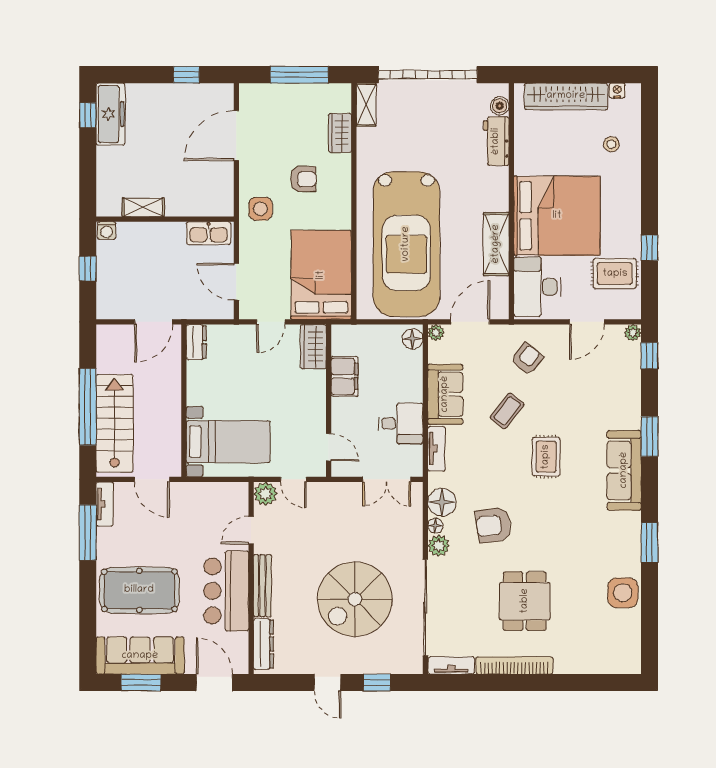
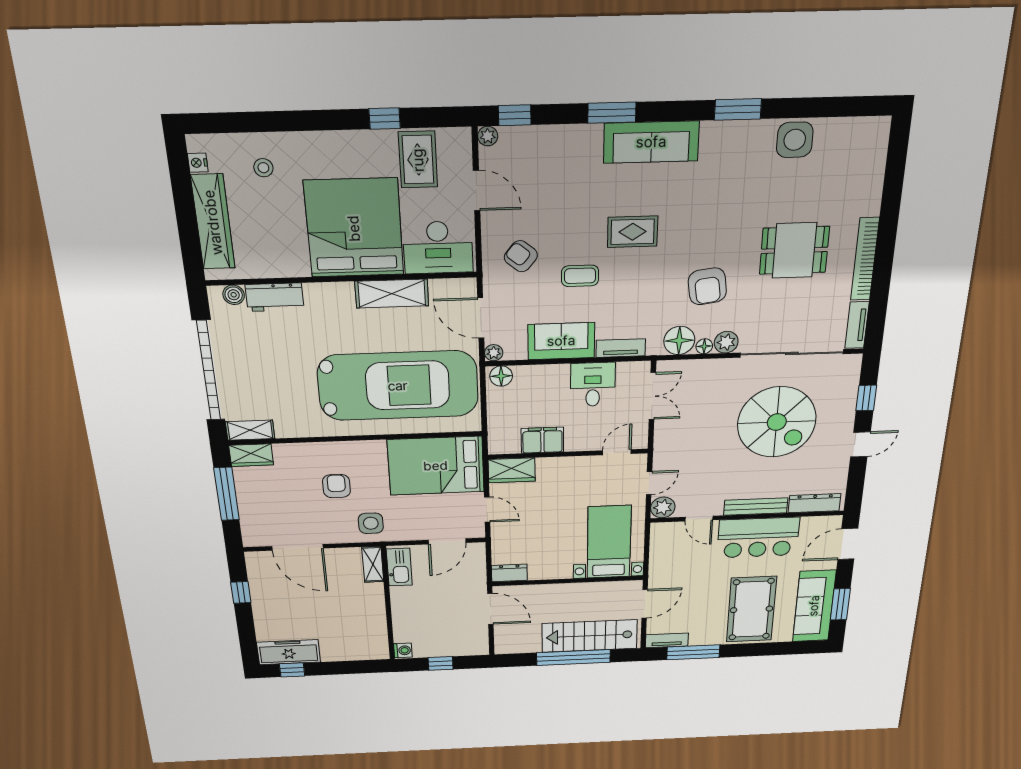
wardrobe: (340, 133) -> (251, 455), moved
shelving: (143, 207) -> (373, 564), moved
coffee table: (507, 411) -> (580, 276), turned -38

